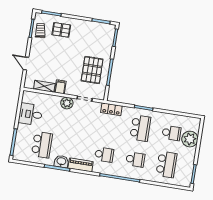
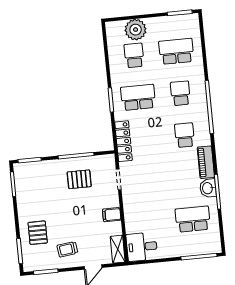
trolley: (40, 30) -> (67, 249), moved
pallet: (92, 70) -> (79, 179), width x0.67, depth x0.71
shelving: (44, 86) -> (118, 249), moved
plant: (67, 103) -> (130, 201), removed
locker: (111, 109) -> (123, 141), width x1.53
desk: (30, 114) -> (142, 247), moved, turned 90

